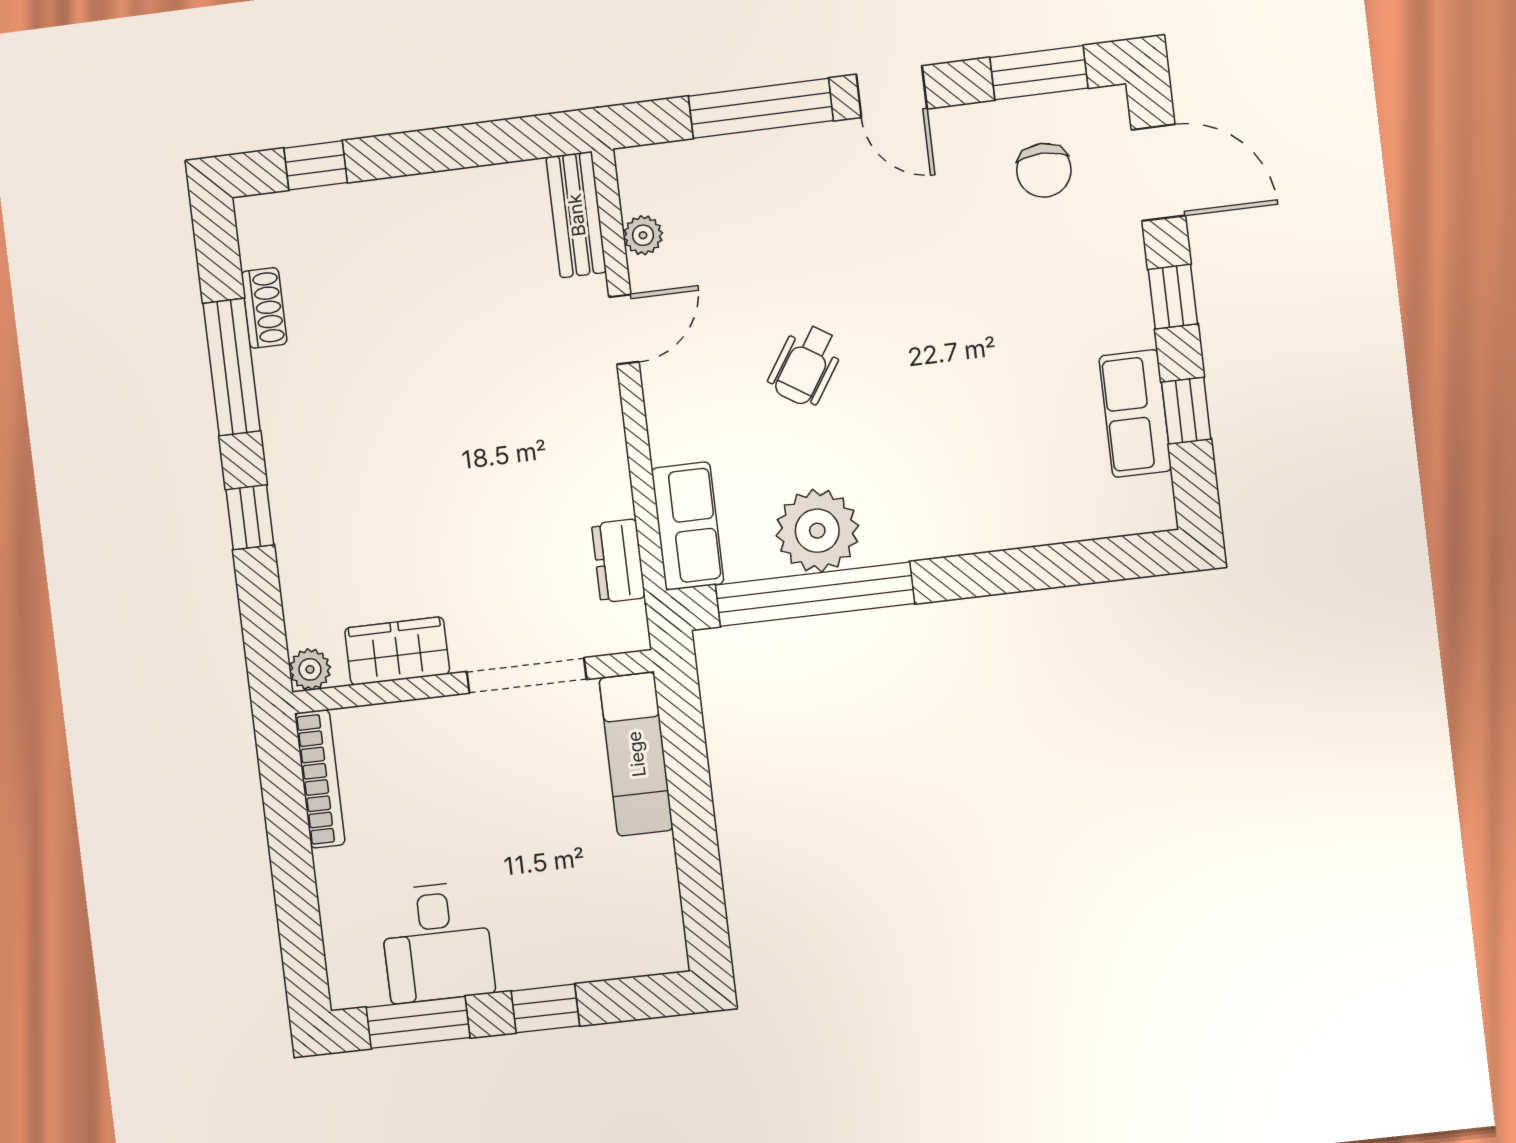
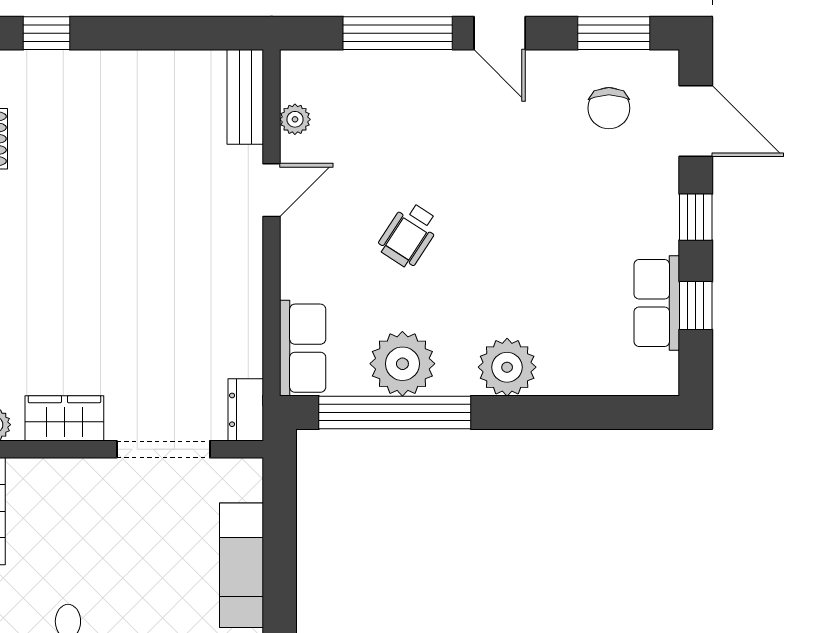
plant: (952, 519) -> (507, 367), added
dresser: (618, 561) -> (246, 410), moved
exam couch: (636, 754) -> (241, 565), moved

